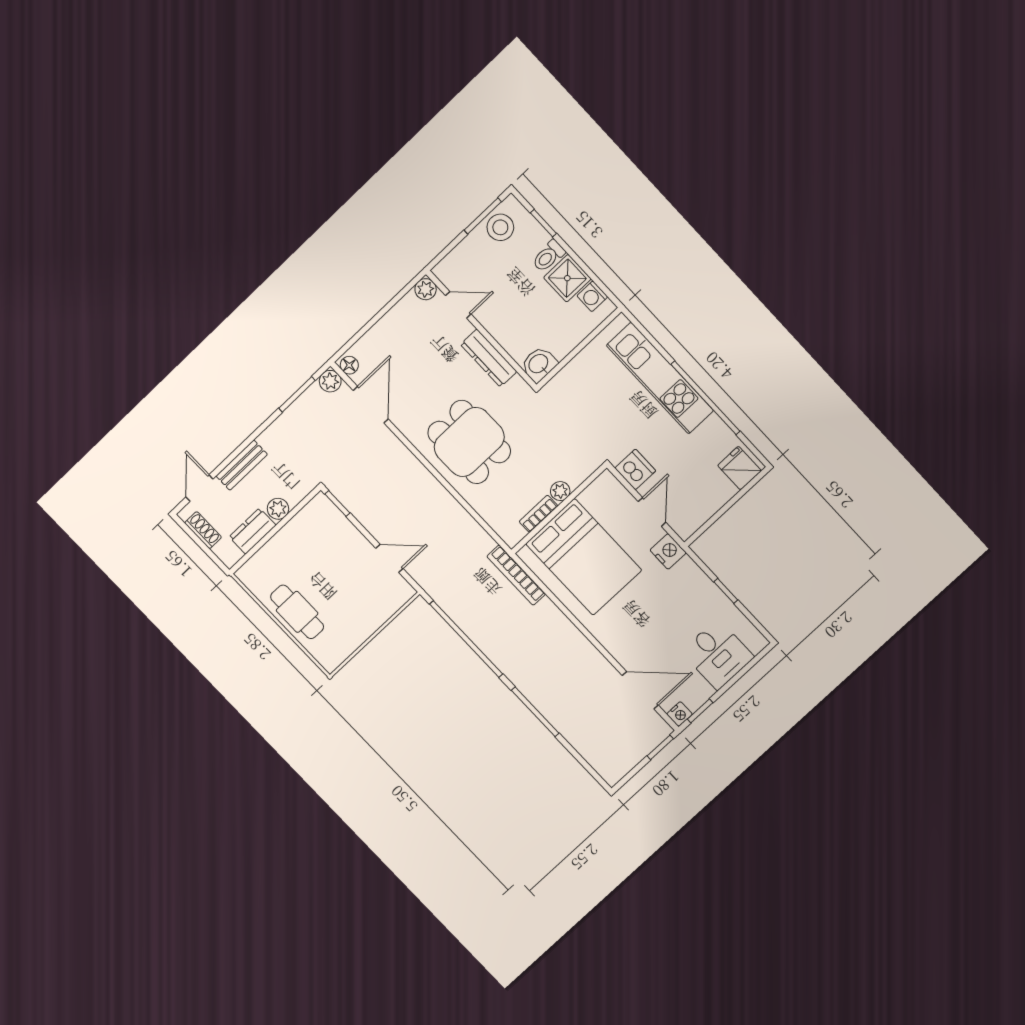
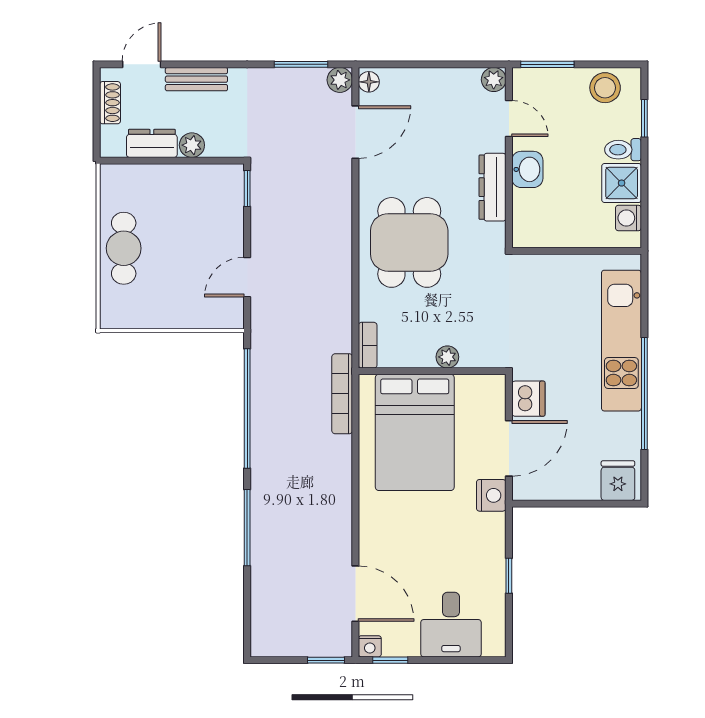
window: (483, 216) -> (547, 64), moved
washbasin: (539, 364) -> (527, 169), moved, turned 90
door: (652, 512) -> (509, 448), width x1.38
bookcase: (539, 514) -> (368, 345), moved, turned 90
door: (389, 558) -> (247, 277), swing flipped

